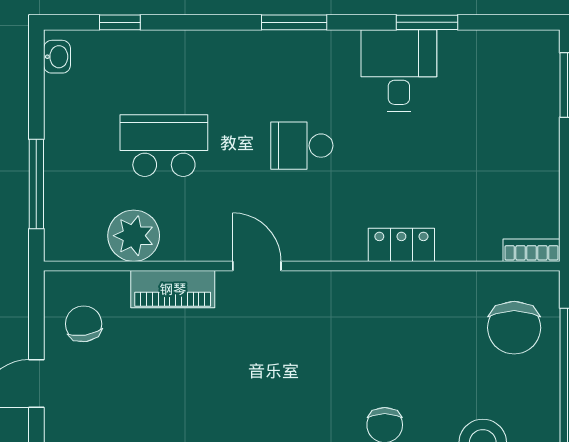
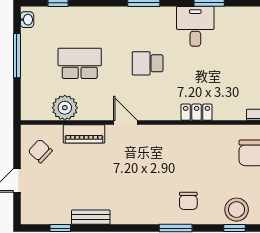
window: (36, 184) -> (17, 56), moved
chair: (84, 324) -> (40, 151), turned -38

